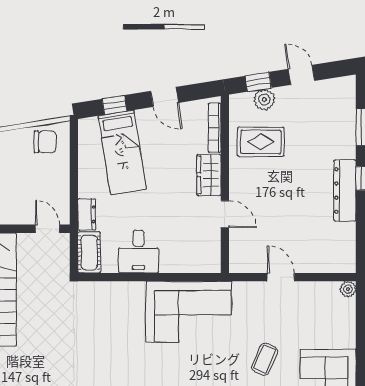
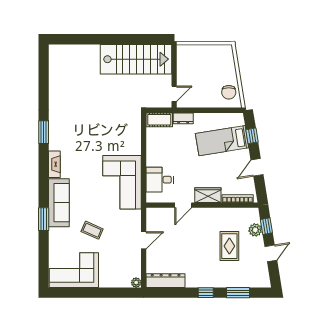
rug: (261, 142) -> (229, 246), moved
dresser: (345, 191) -> (166, 281), moved
desk: (138, 251) -> (160, 180), moved

